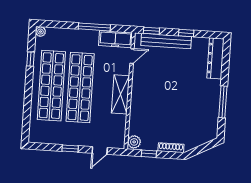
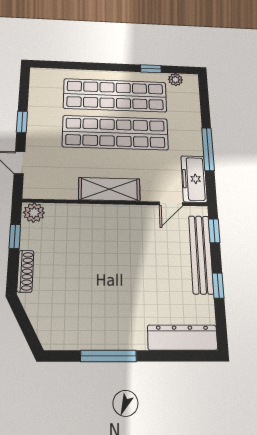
plant: (40, 32) -> (175, 80), moved
door: (132, 56) -> (171, 204), hinge flipped

